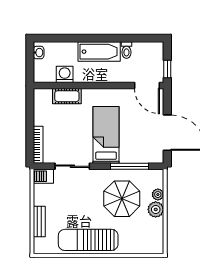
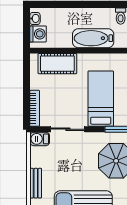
bathtub: (99, 52) -> (93, 38), moved, turned 180
washing machine: (65, 74) -> (38, 34), moved, turned 90
cot: (67, 96) -> (57, 64), width x1.37, depth x1.34

